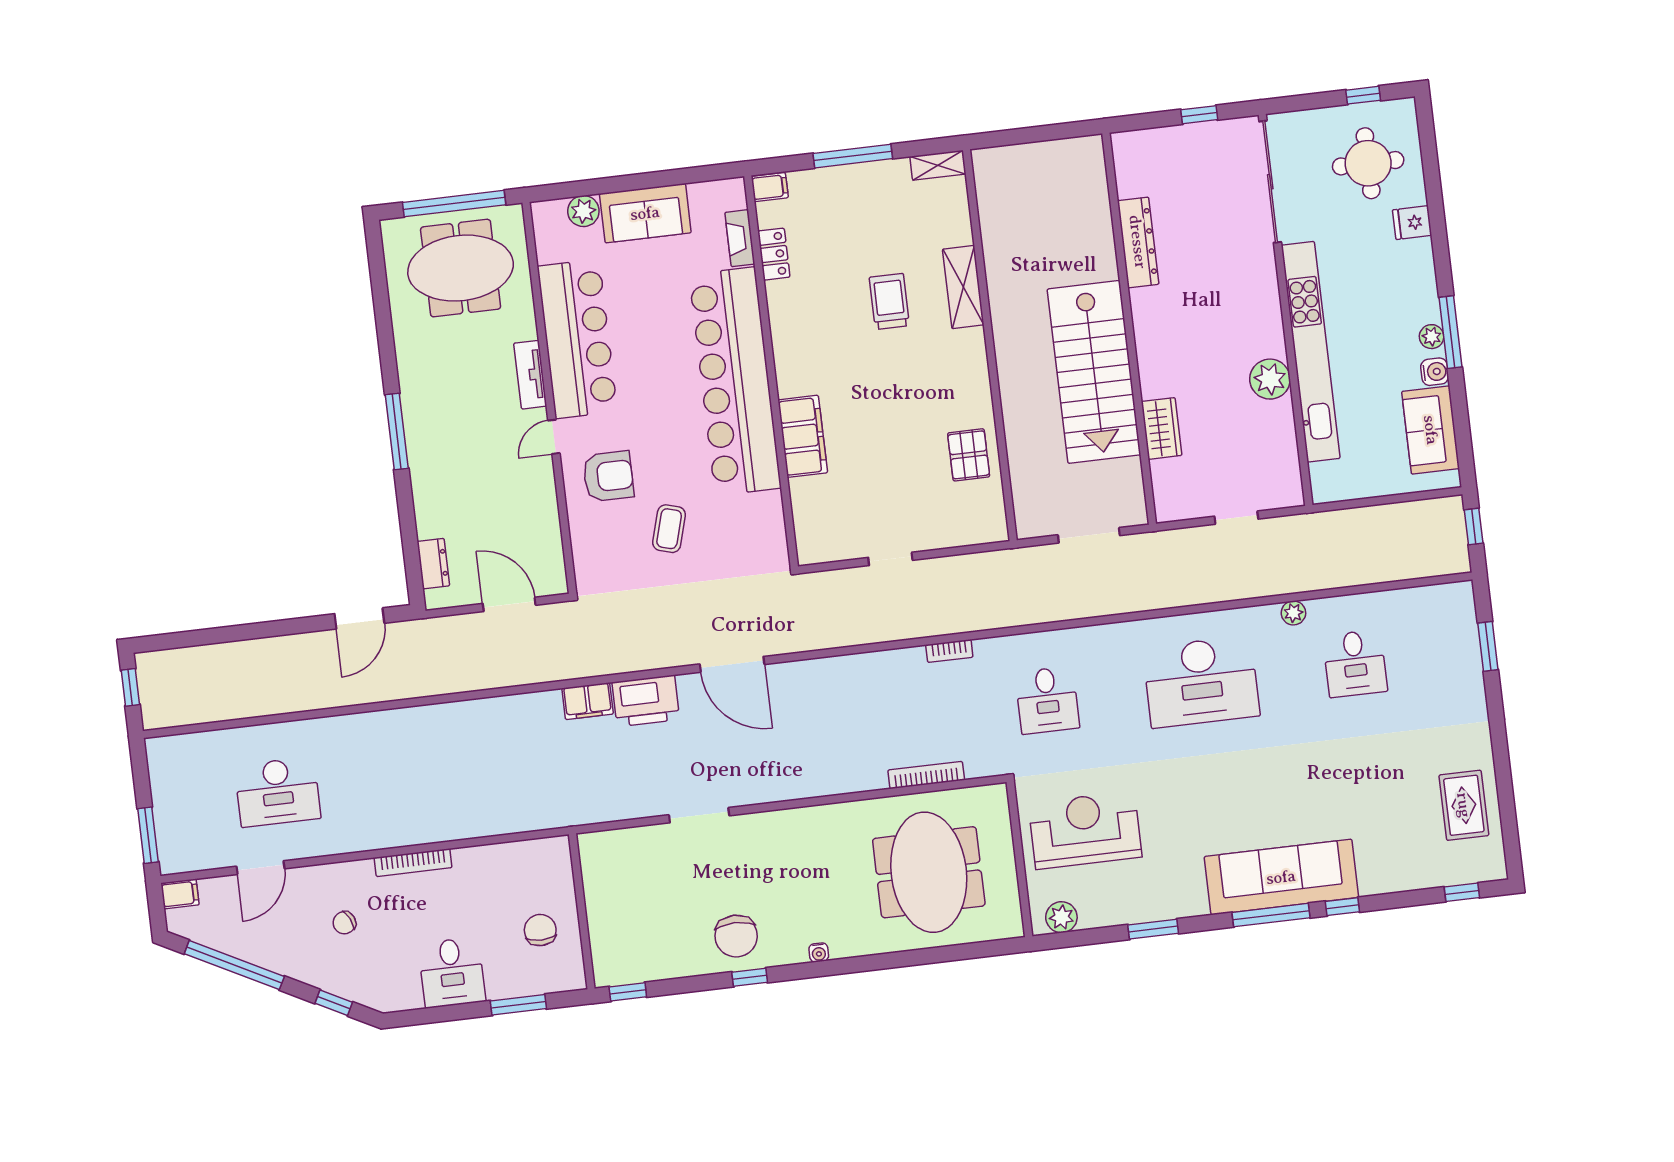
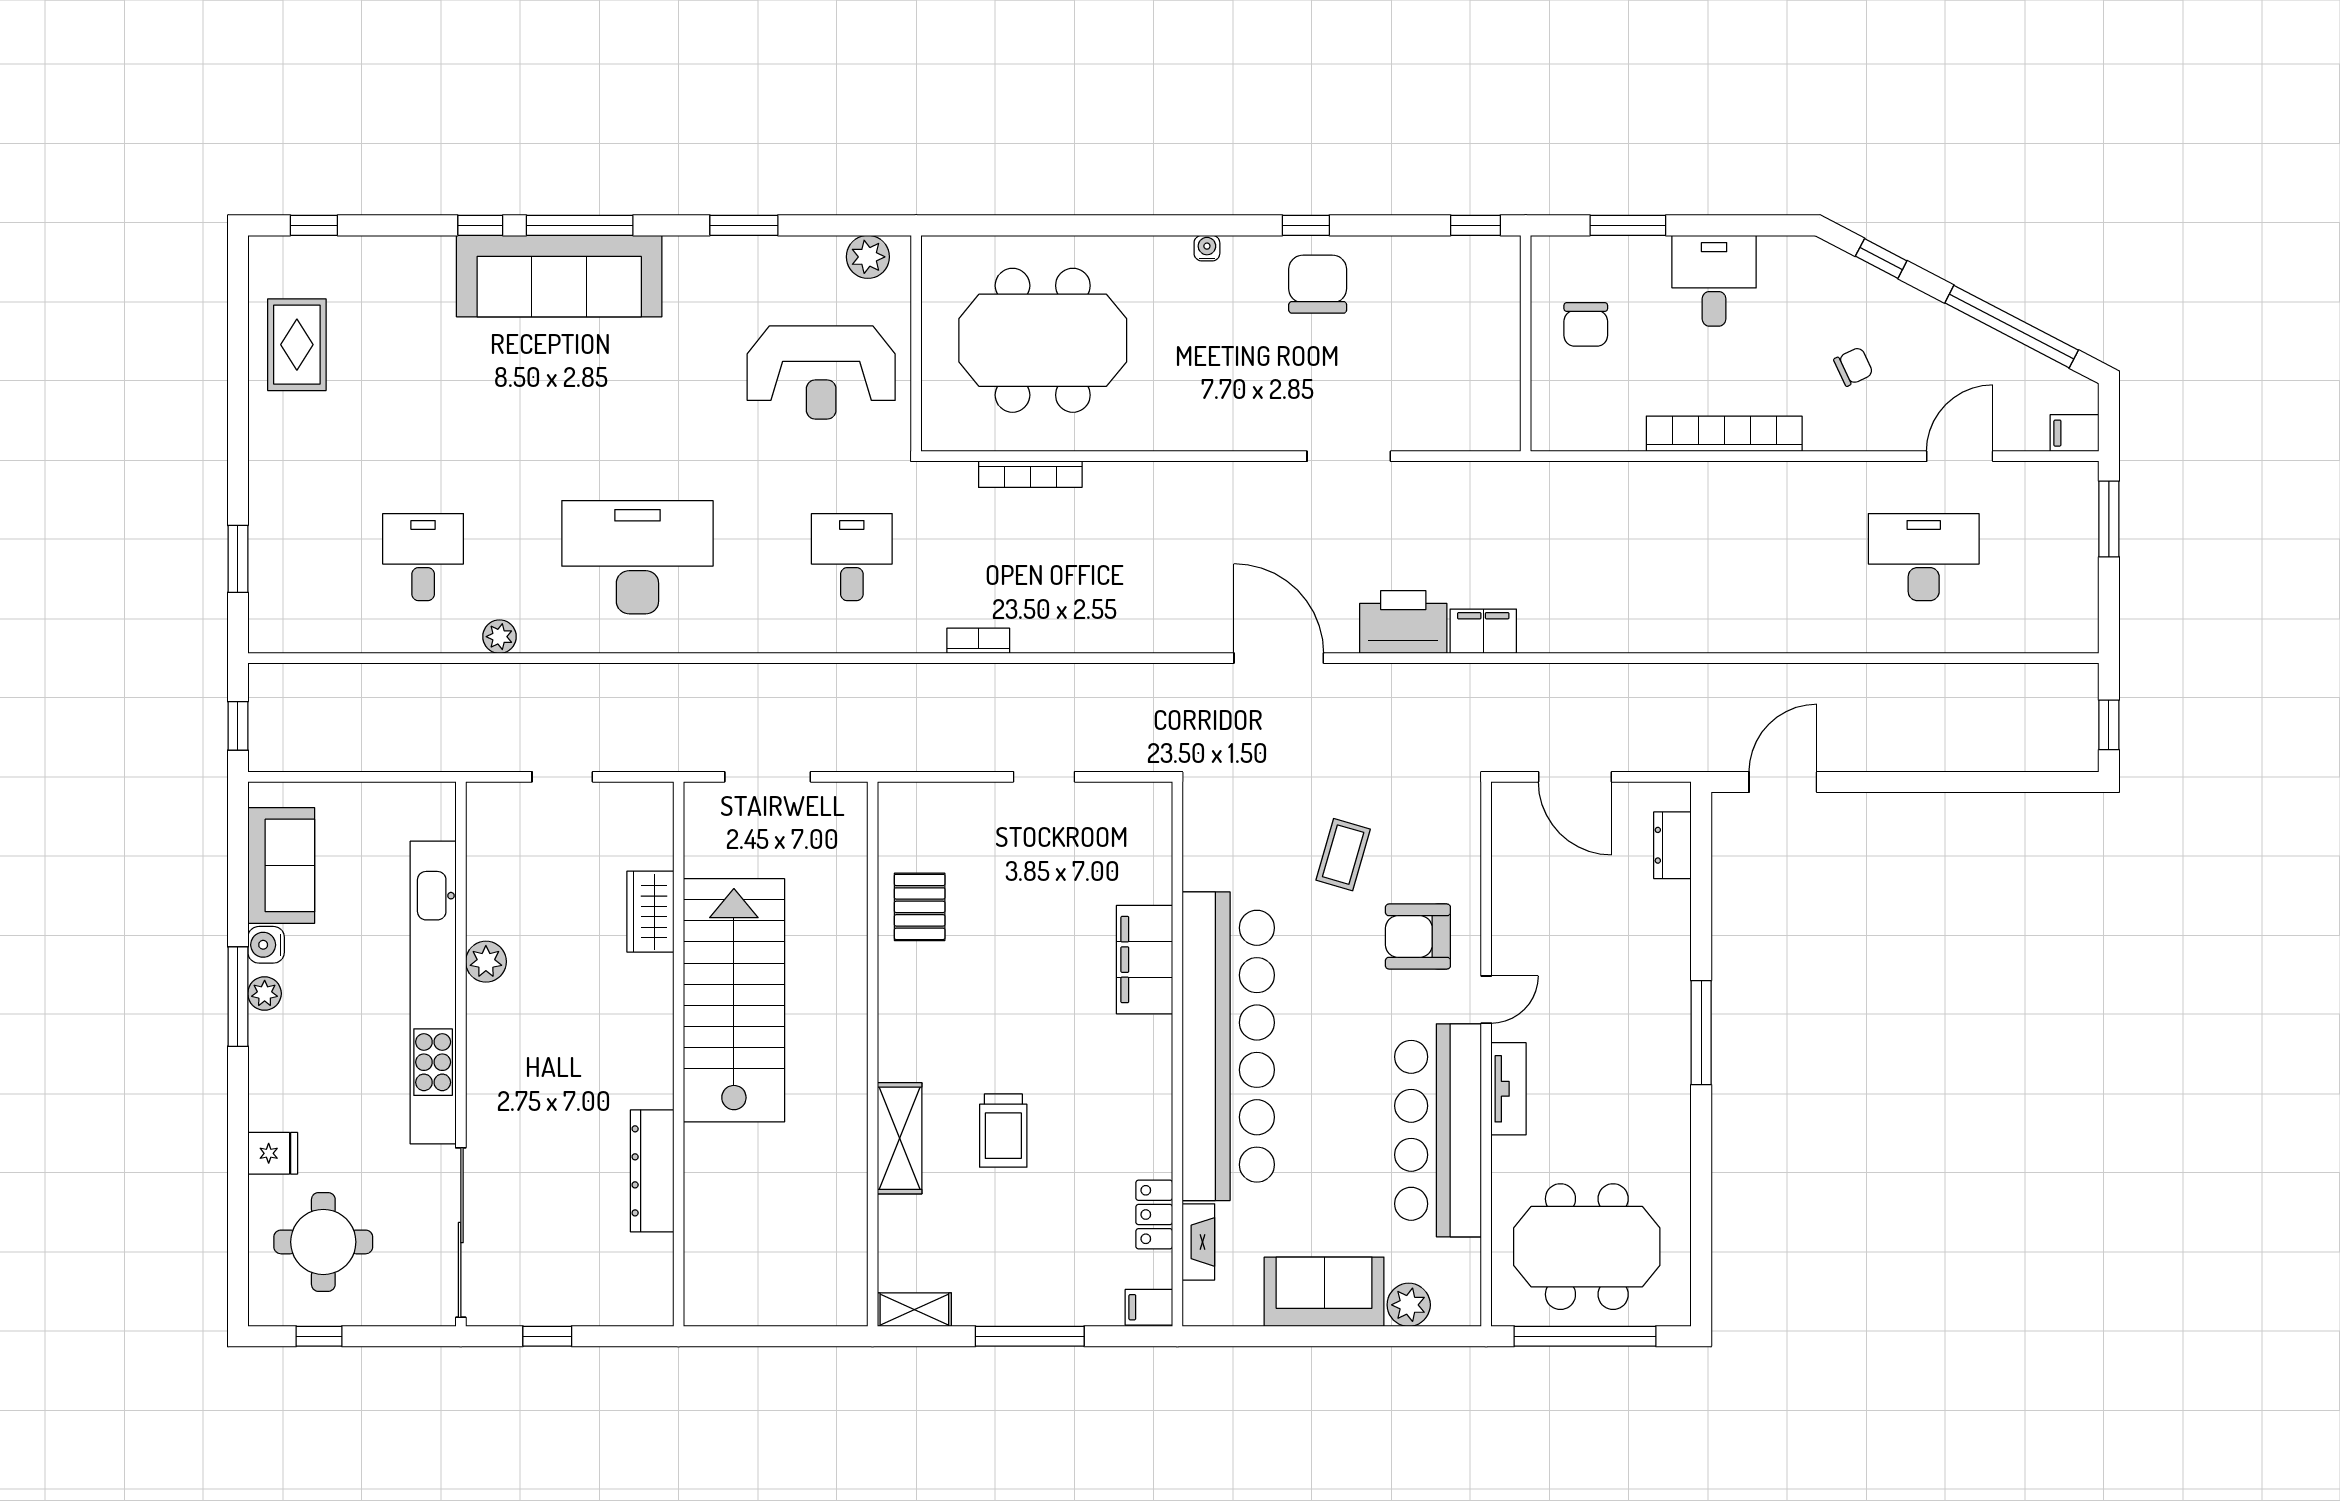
plant: (1270, 379) -> (486, 962), width x0.73, depth x0.73
bookcase: (413, 863) -> (1724, 434), width x1.48, depth x1.31
meeting table: (929, 872) -> (1043, 340), turned 90

